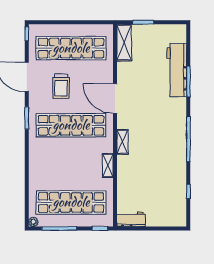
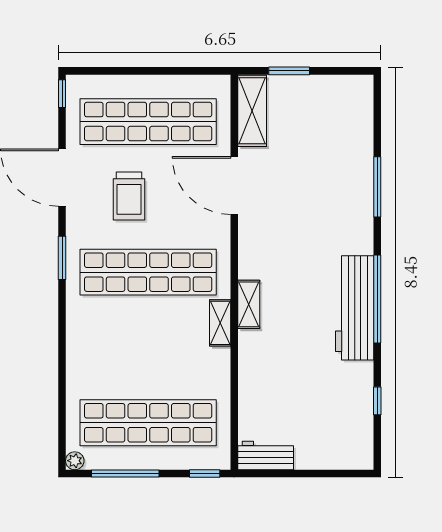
workbench: (177, 70) -> (355, 308), moved
door: (115, 98) -> (234, 185), moved
shelving: (108, 165) -> (220, 323), moved

